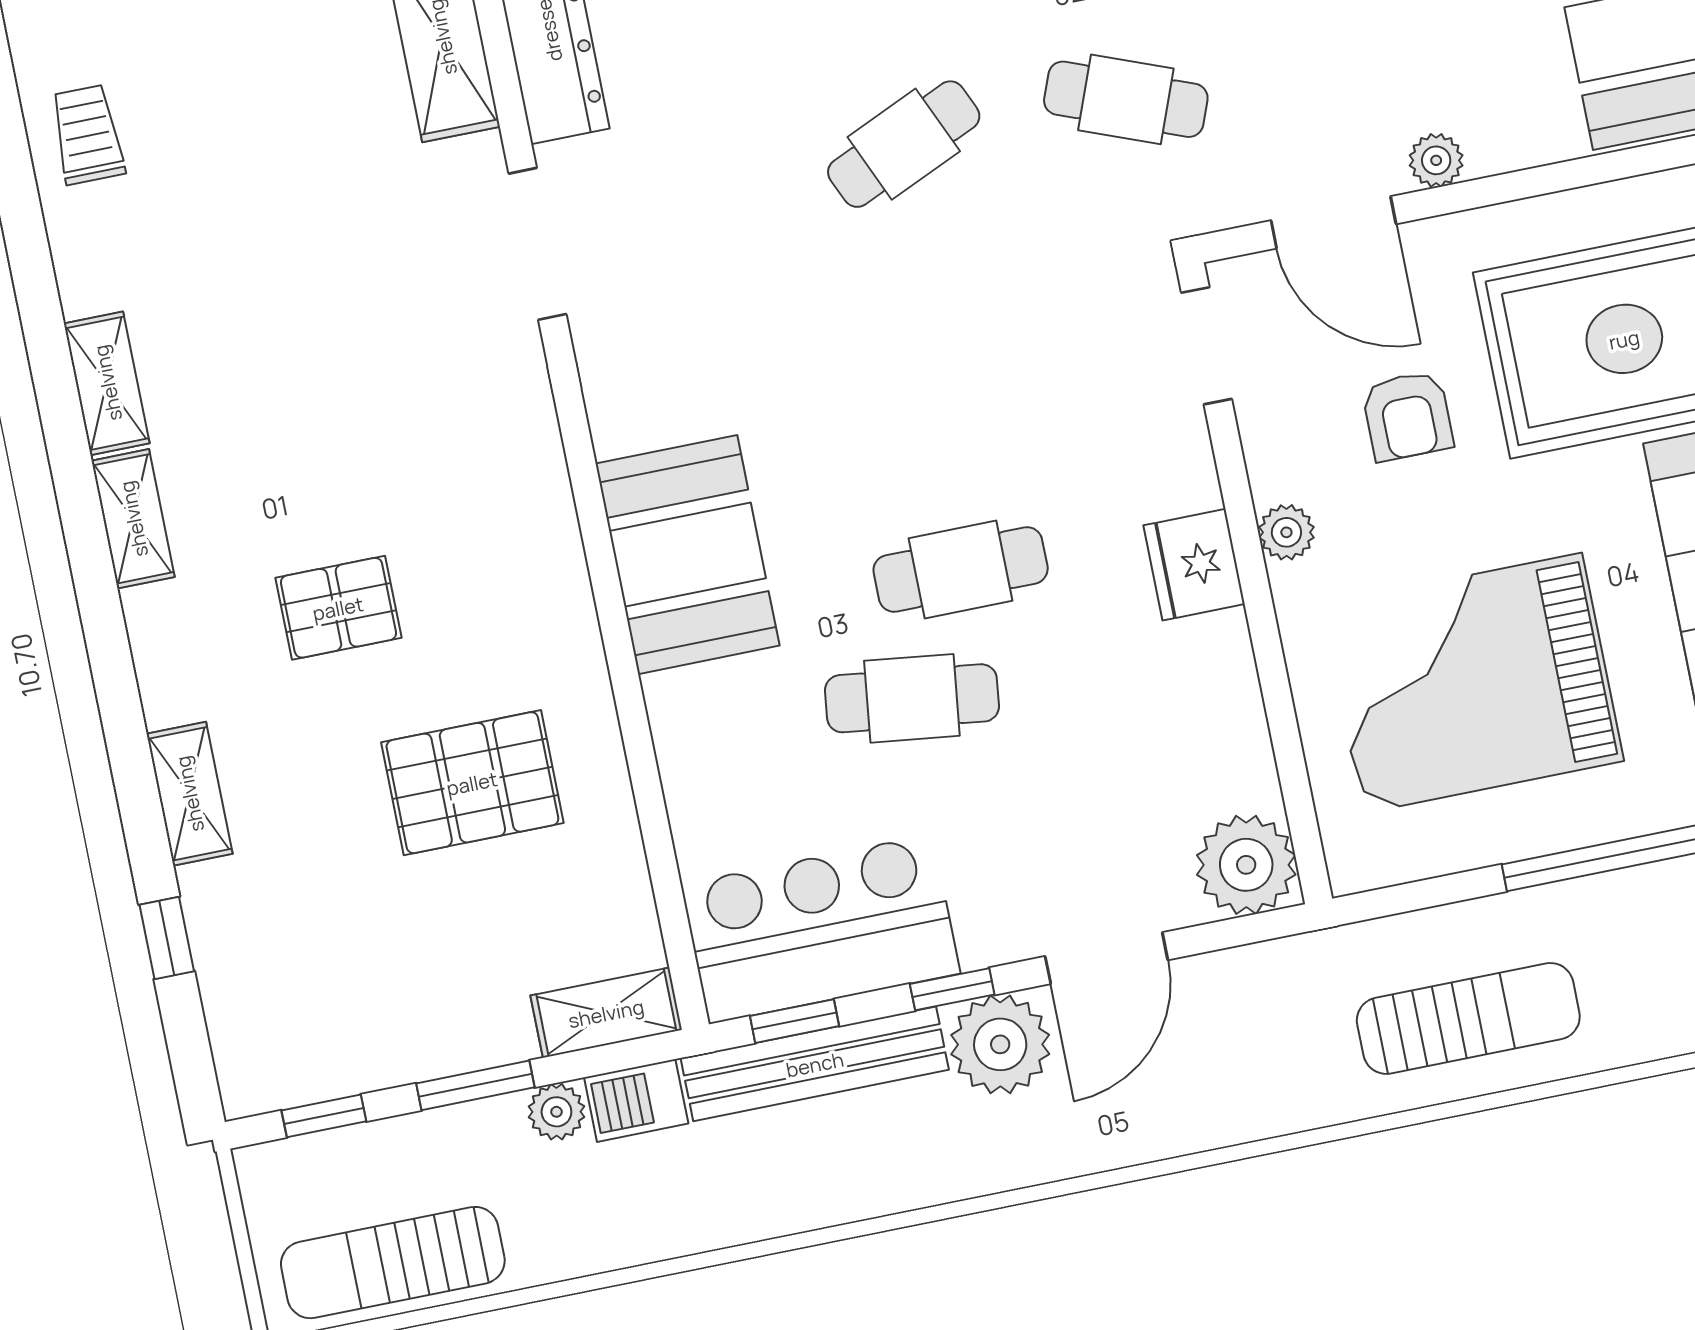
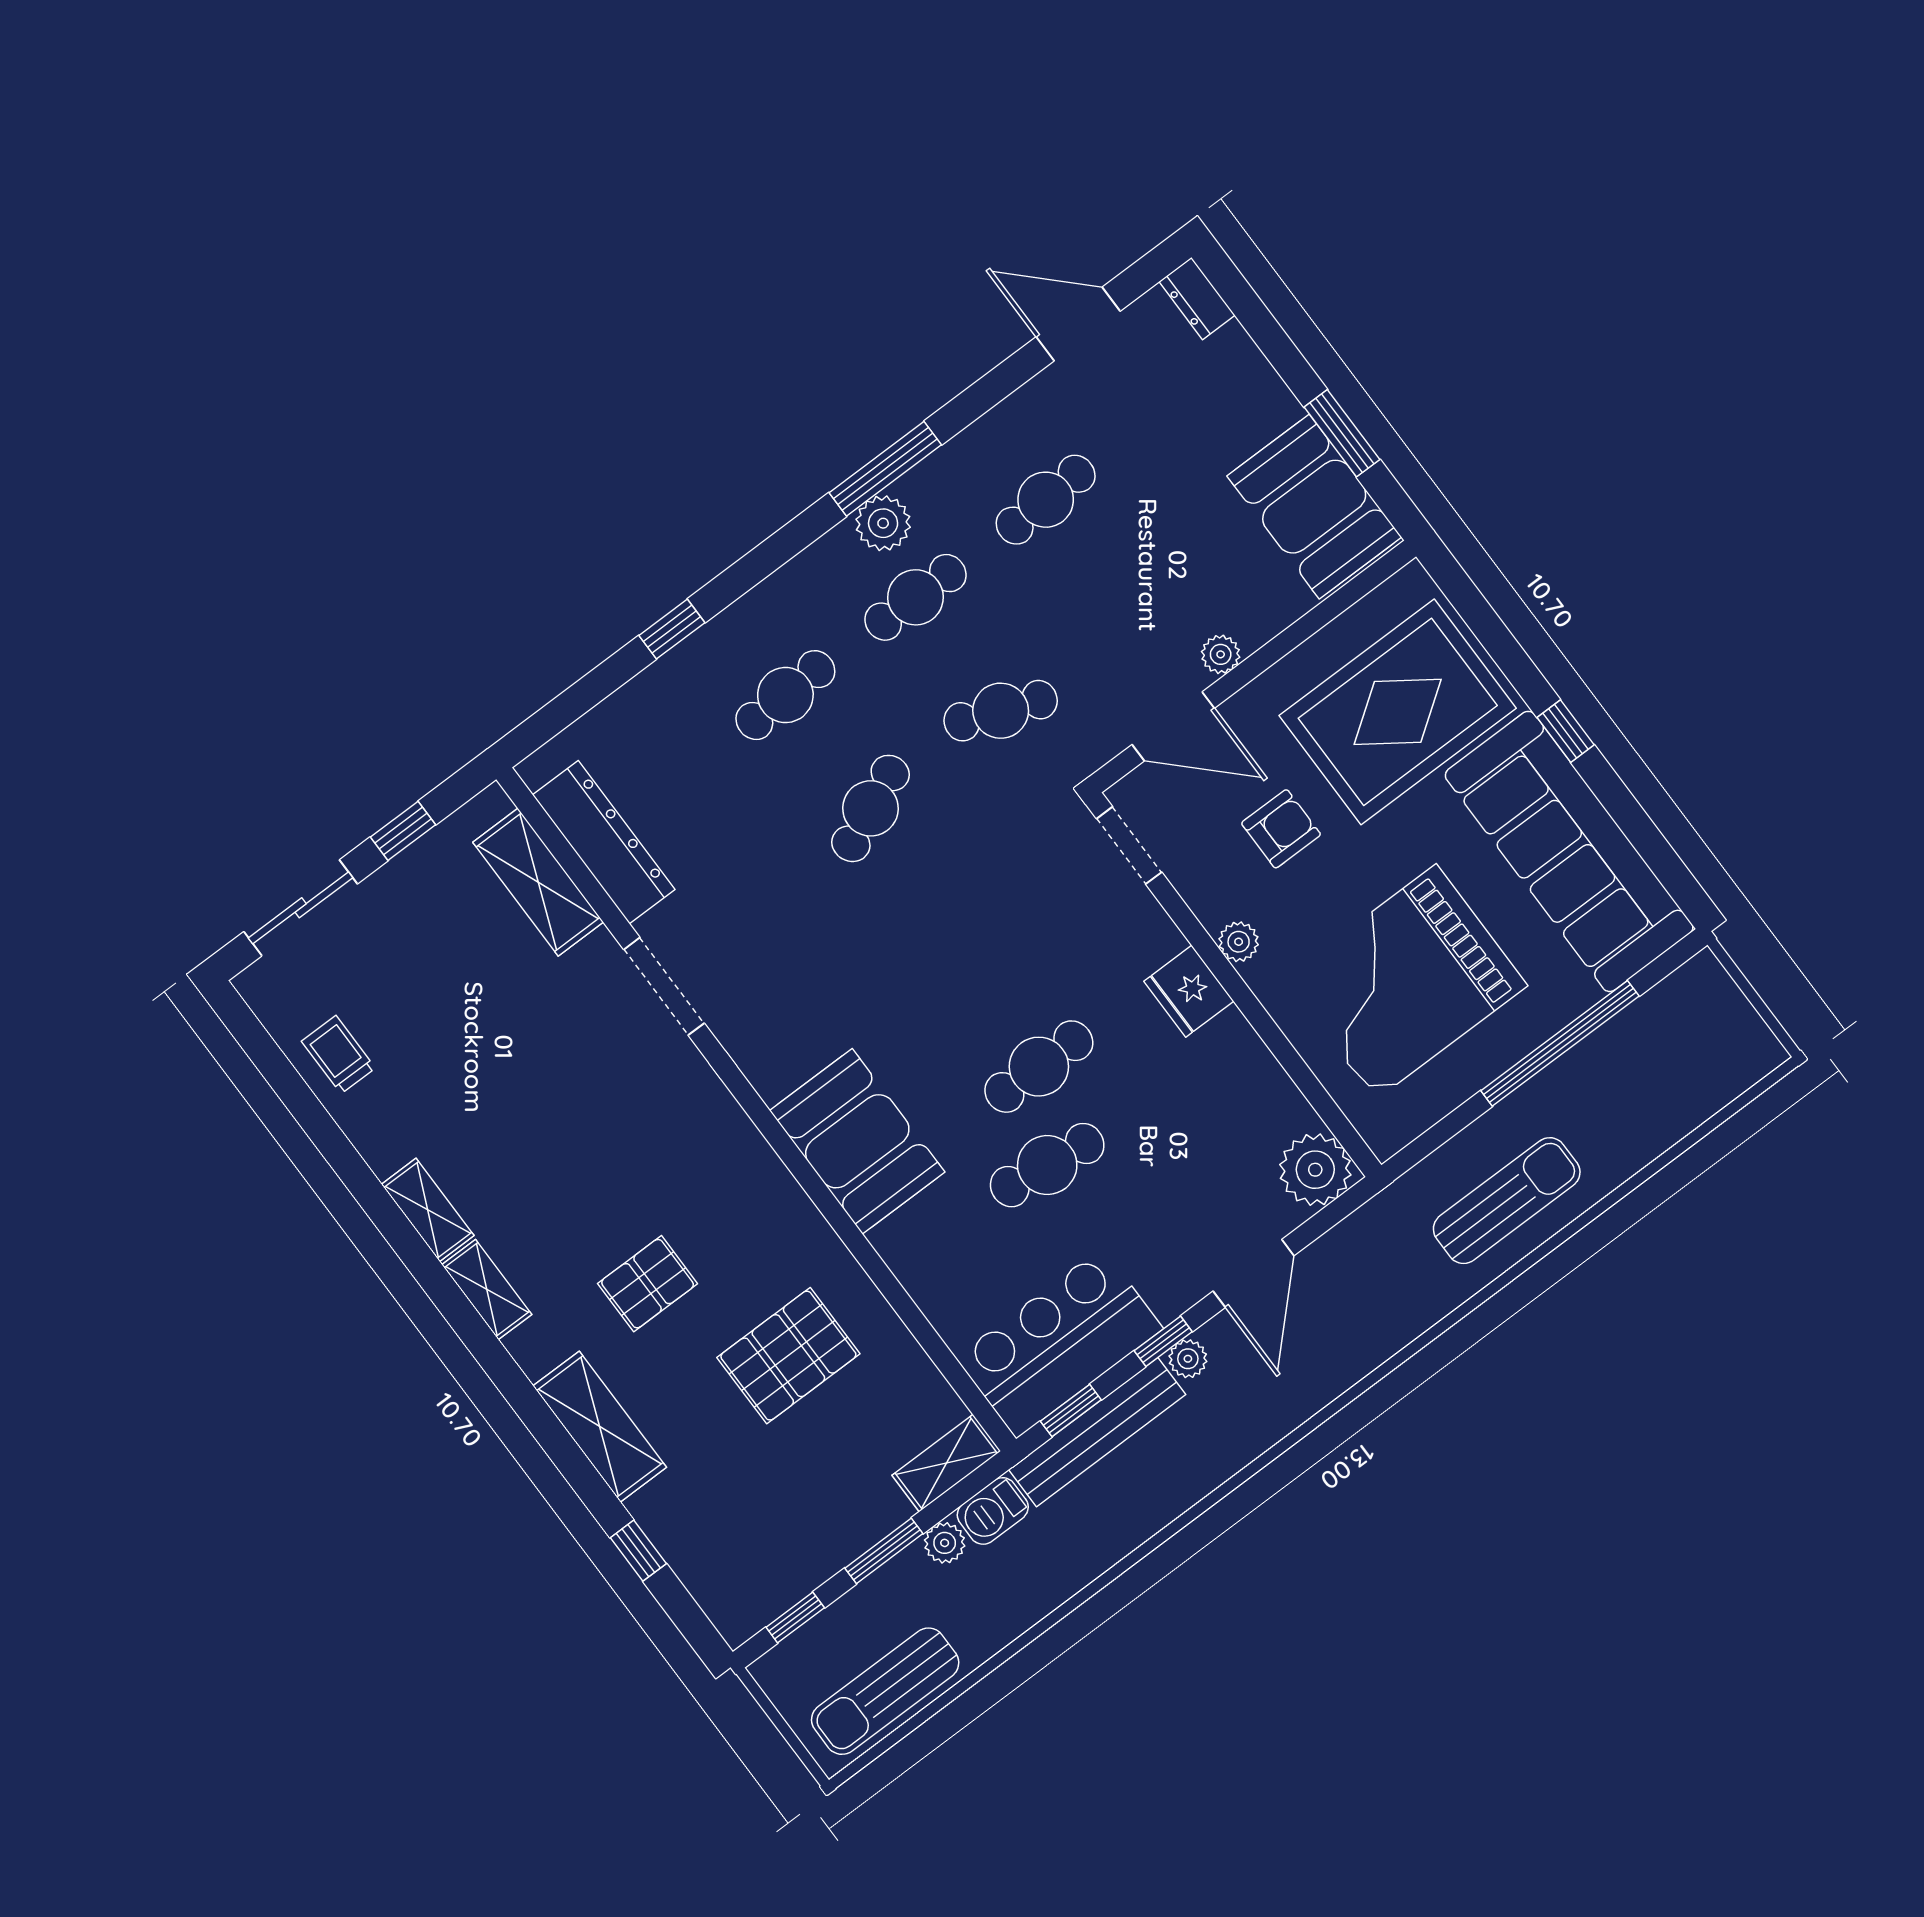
armchair: (1407, 416) -> (1281, 829), turned -90
shelving: (189, 794) -> (600, 1427), width x1.50, depth x1.33
plant: (1000, 1044) -> (1188, 1359), width x0.53, depth x0.53

